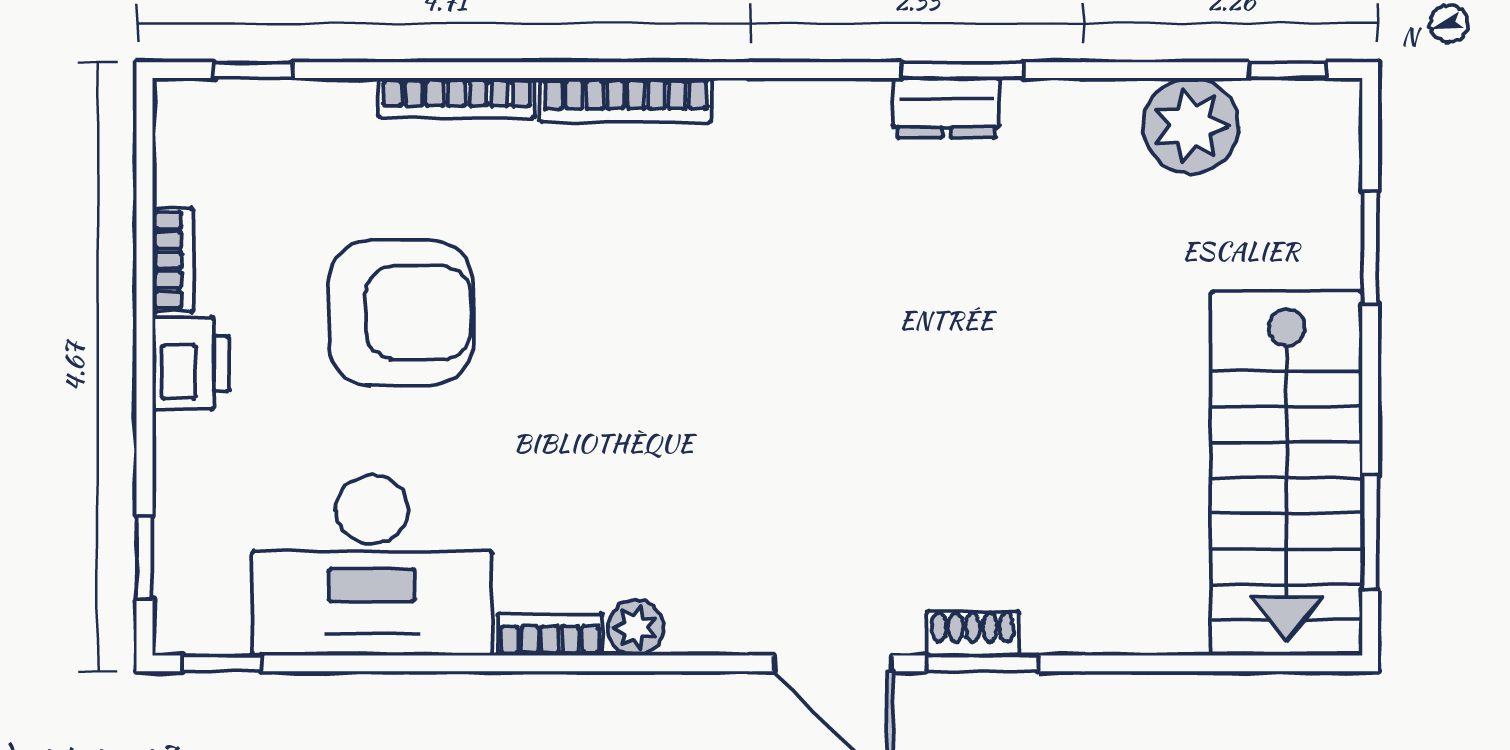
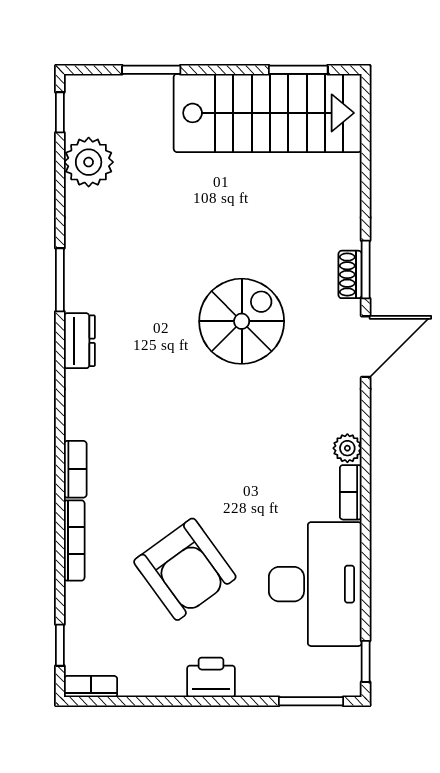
bookcase: (626, 100) -> (75, 469), width x0.64
dresser: (946, 108) -> (79, 341), moved
bookcase: (173, 260) -> (91, 687), moved
armchair: (401, 313) -> (185, 569), turned 144
spiral stairs: (882, 423) -> (242, 321), added
window: (145, 558) -> (311, 701), width x1.50

